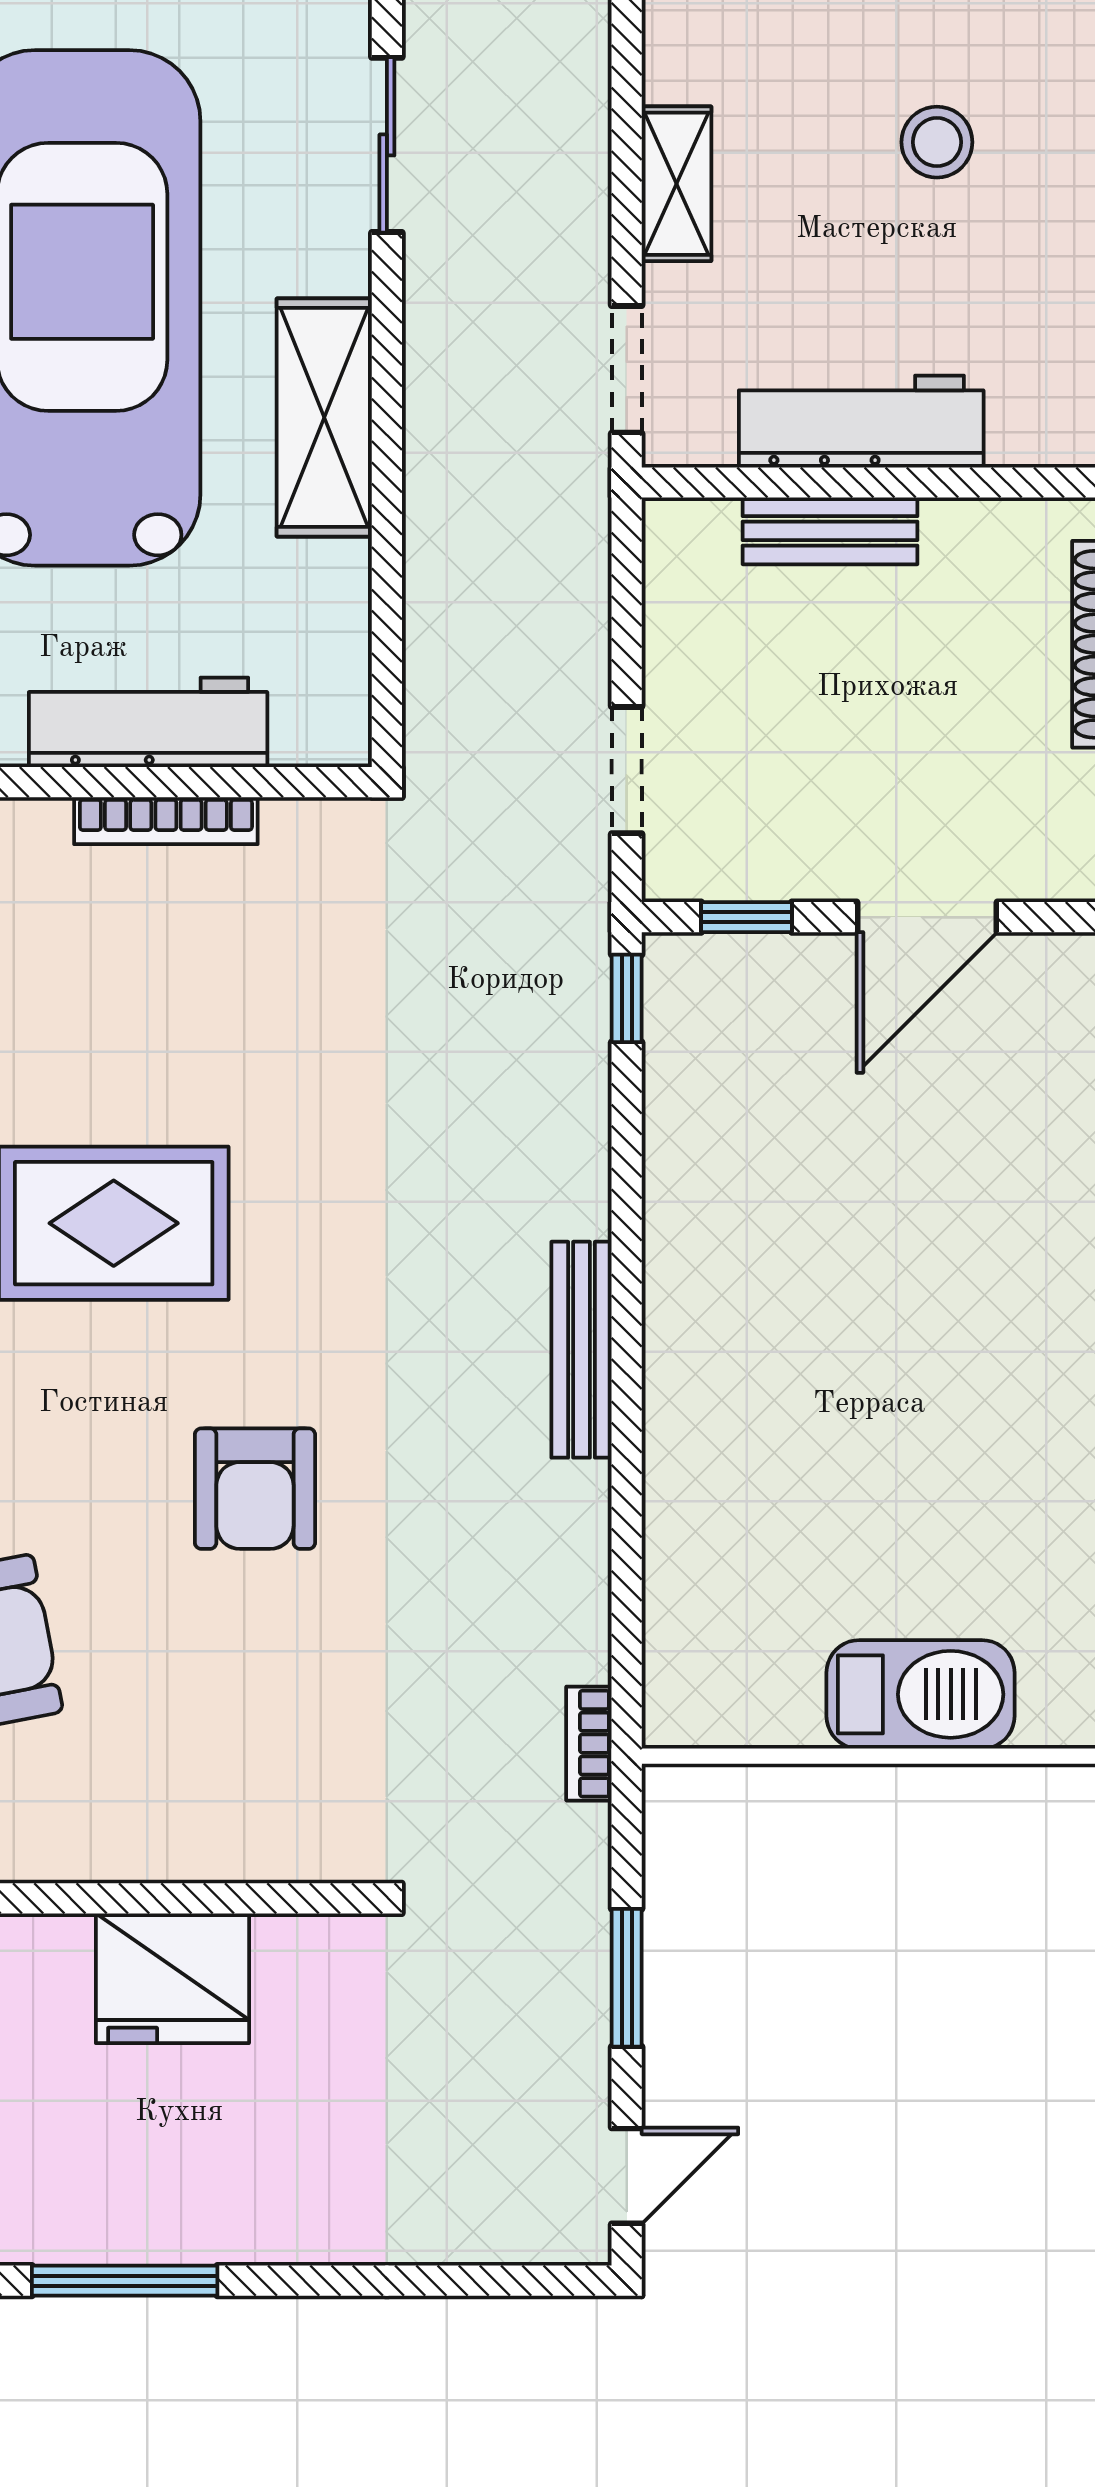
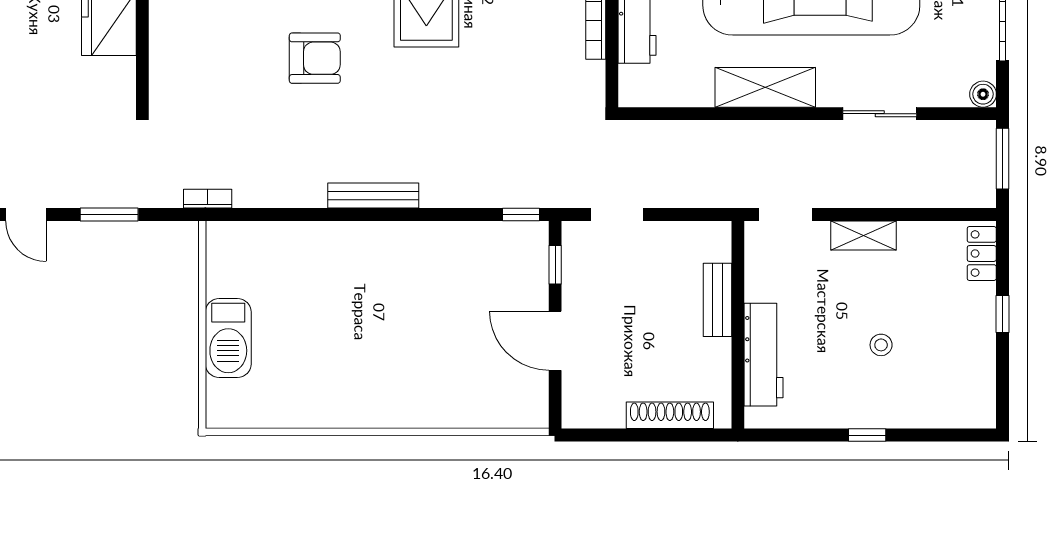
stool: (937, 142) -> (881, 345), width x0.73, depth x0.73
workbench: (861, 422) -> (763, 355), moved
armchair: (255, 1489) -> (315, 58), turned 180

